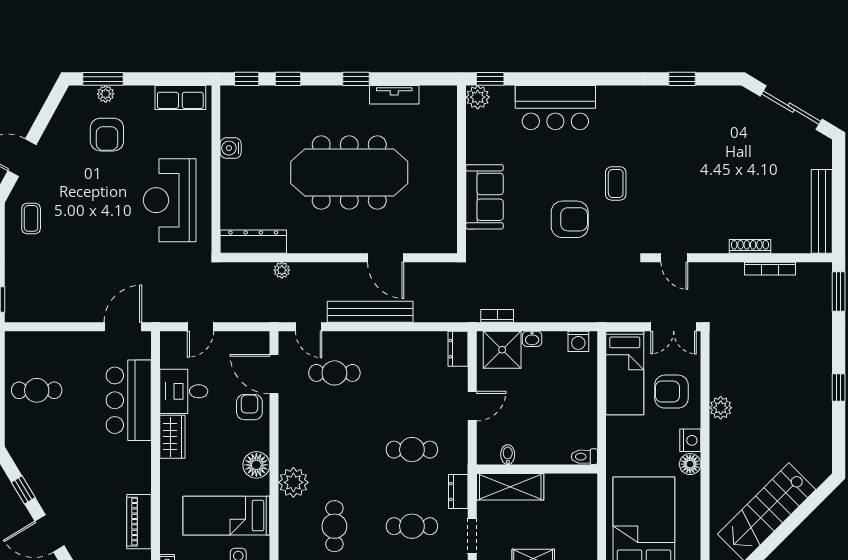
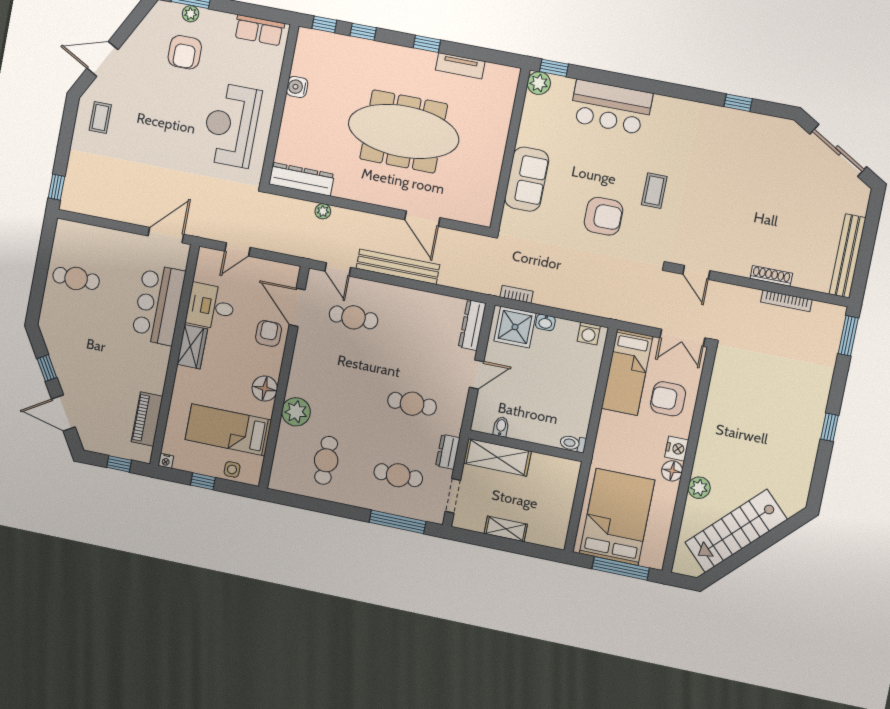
dresser: (458, 349) -> (472, 325), width x1.44
plant: (721, 408) -> (699, 488), moved

